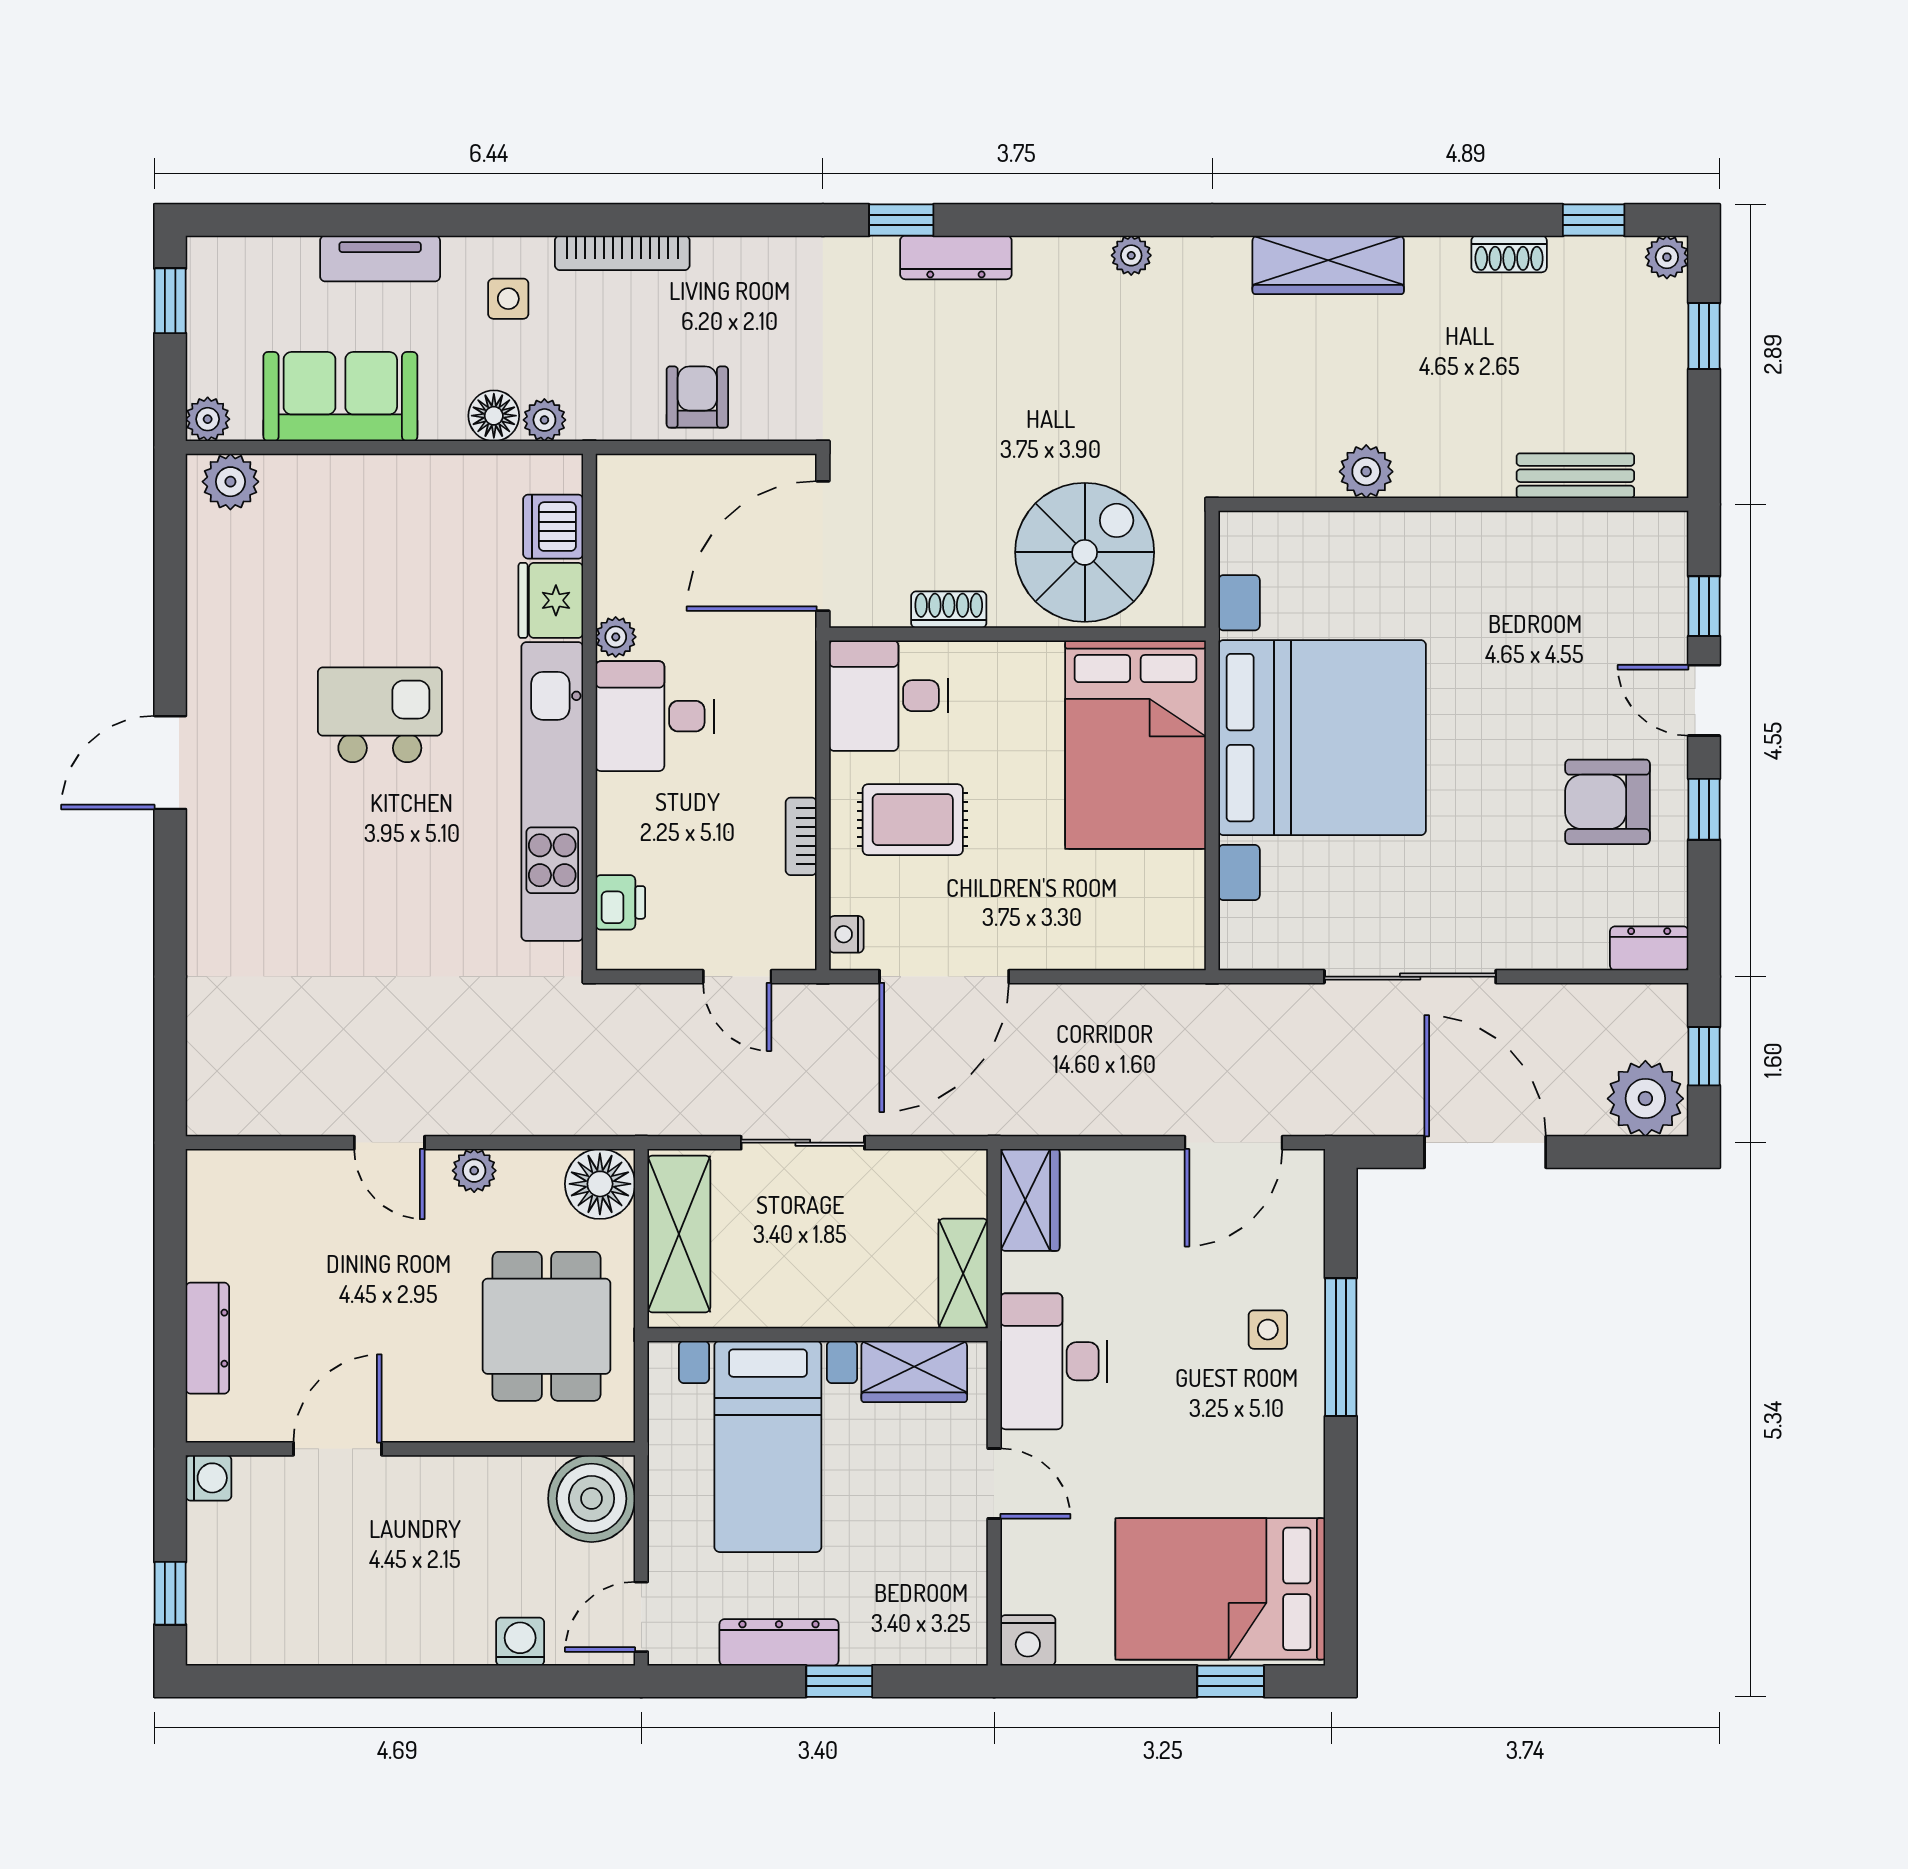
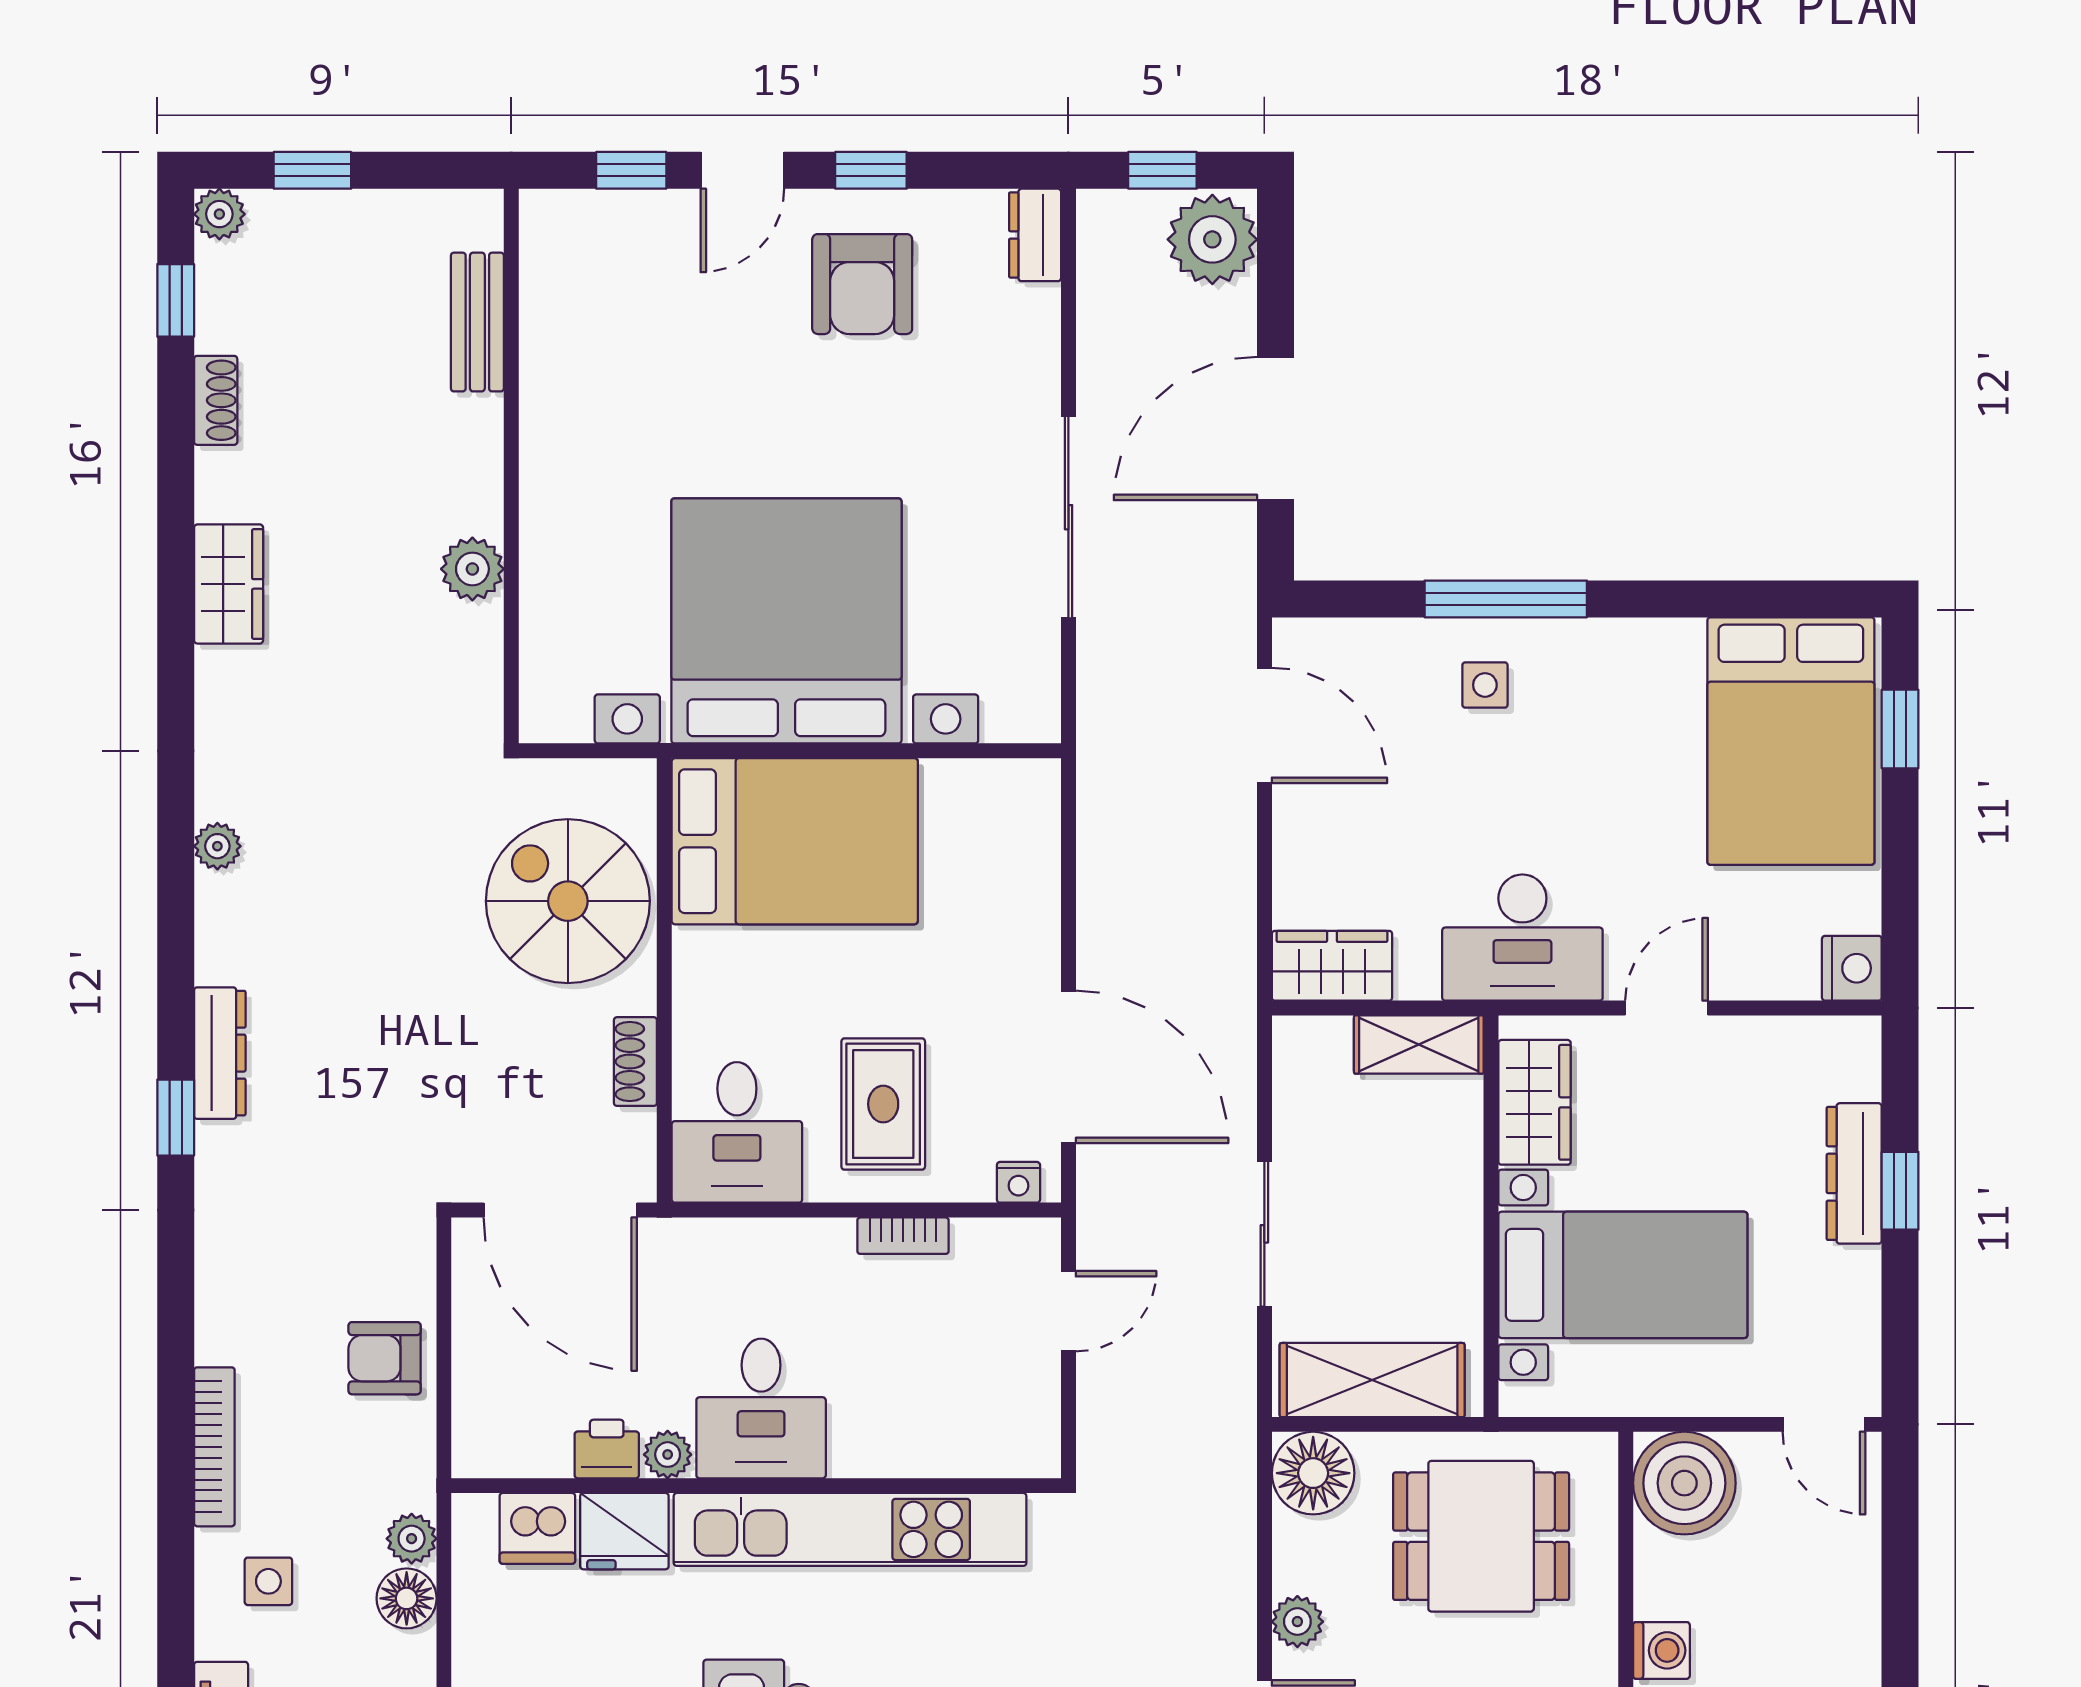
wardrobe: (1328, 265) -> (229, 584), width x0.67
printer: (620, 902) -> (607, 1449), moved
washing machine: (520, 1642) -> (1661, 1650), moved, turned 180
dresser: (779, 1642) -> (1854, 1173), moved

